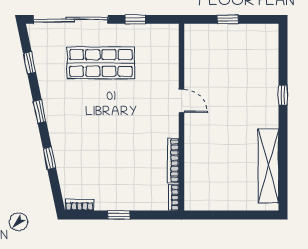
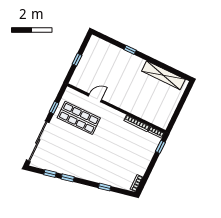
shop shelf: (101, 63) -> (79, 118), moved, turned 90
door: (182, 101) -> (95, 98), moved
window: (40, 111) -> (68, 178), moved
window: (119, 215) -> (160, 147), moved

